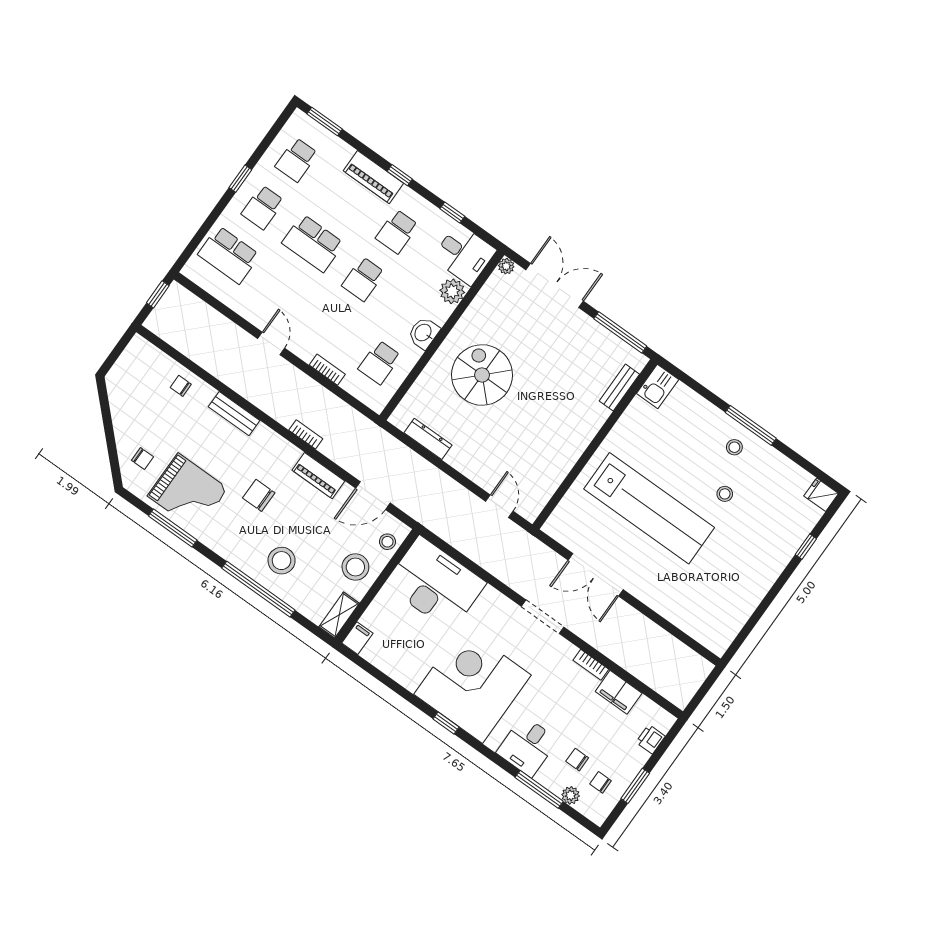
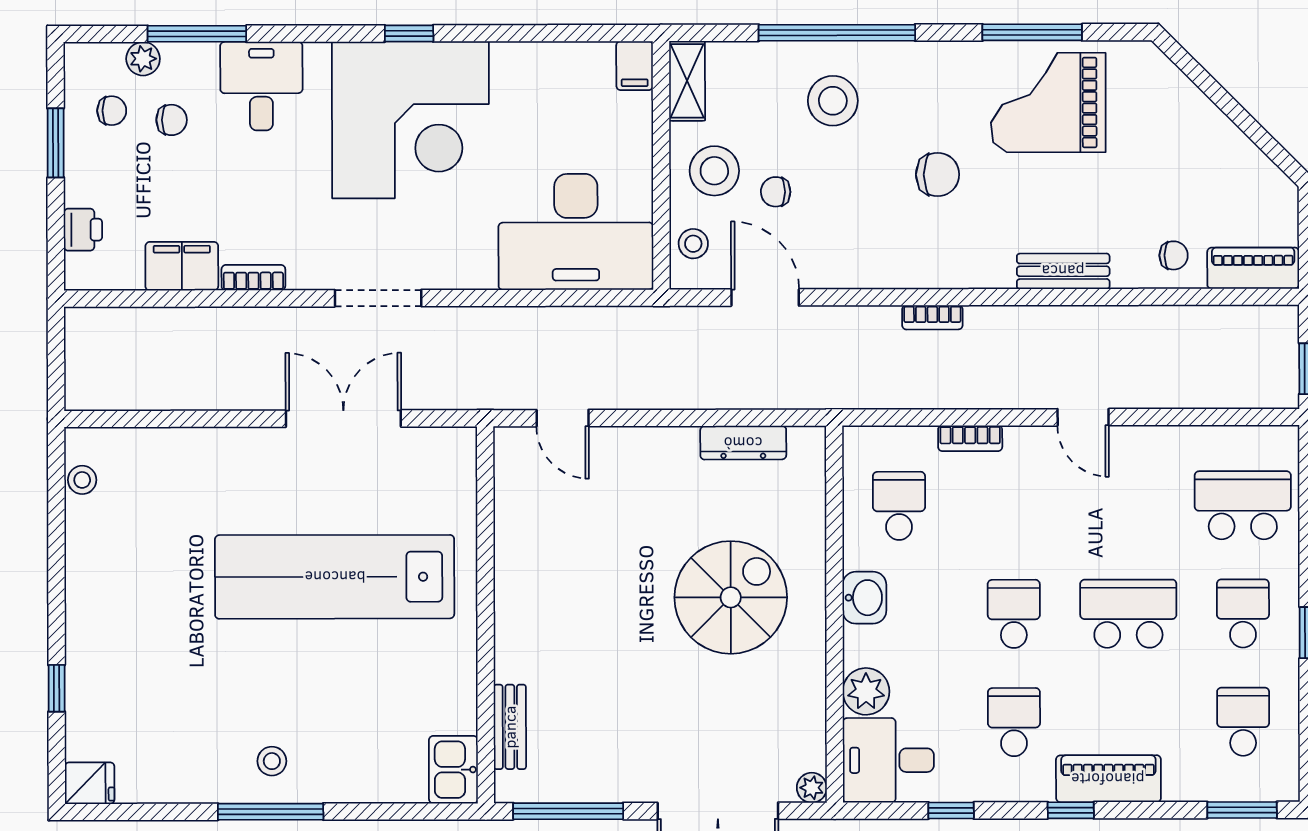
spiral stairs: (482, 375) -> (731, 597), turned -90
chair: (142, 459) -> (776, 192), moved
piano: (318, 476) -> (1253, 268), moved
stool: (725, 494) -> (82, 480), moved
door: (373, 496) -> (765, 297), hinge flipped

